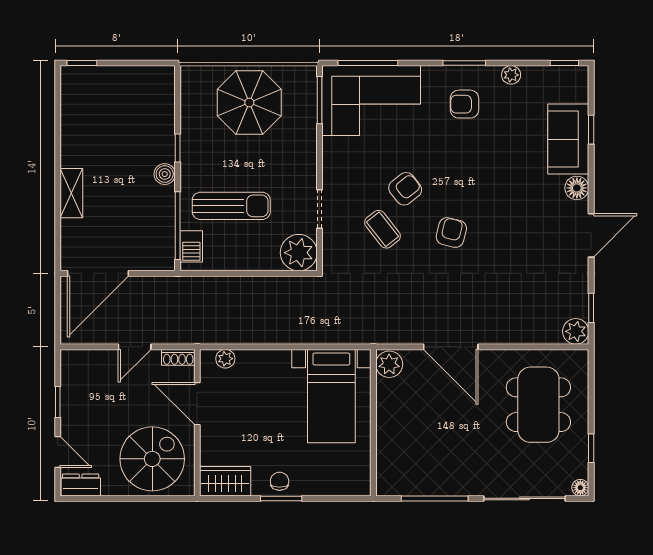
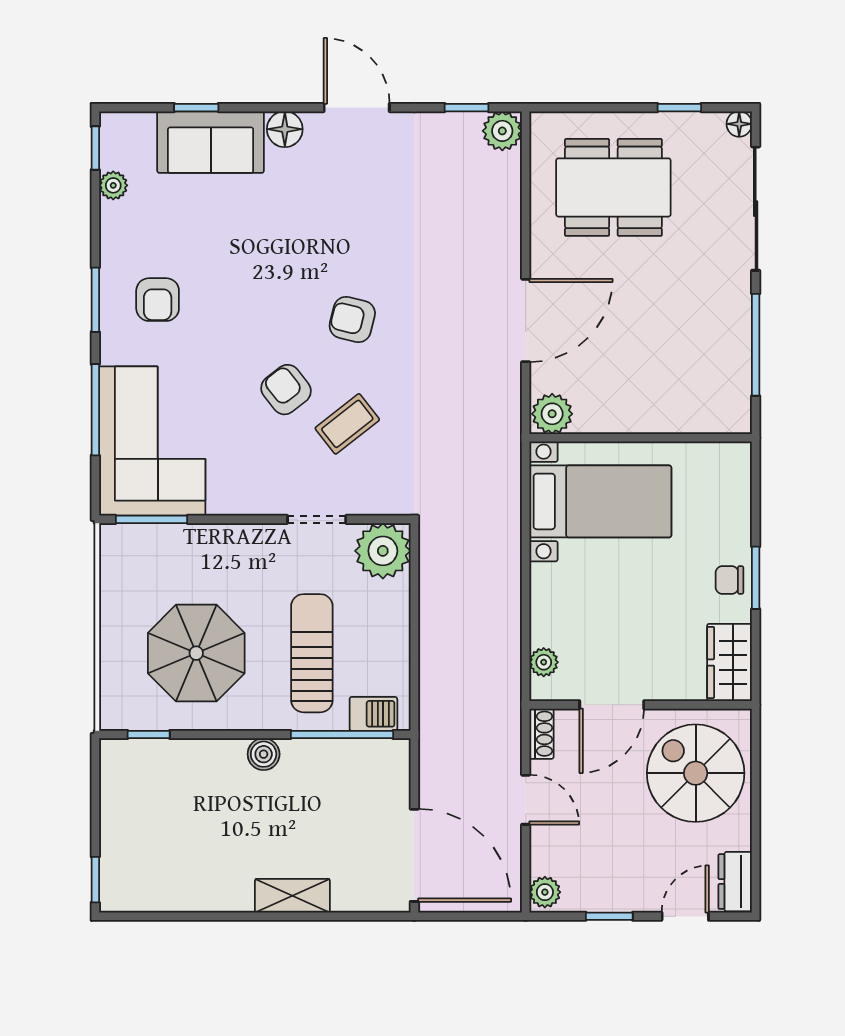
window: (368, 63) -> (95, 410), moved
plant: (511, 75) -> (113, 185), moved
parasol: (249, 103) -> (196, 653), moved
window: (178, 148) -> (149, 735), moved
plant: (74, 360) -> (545, 892), added

